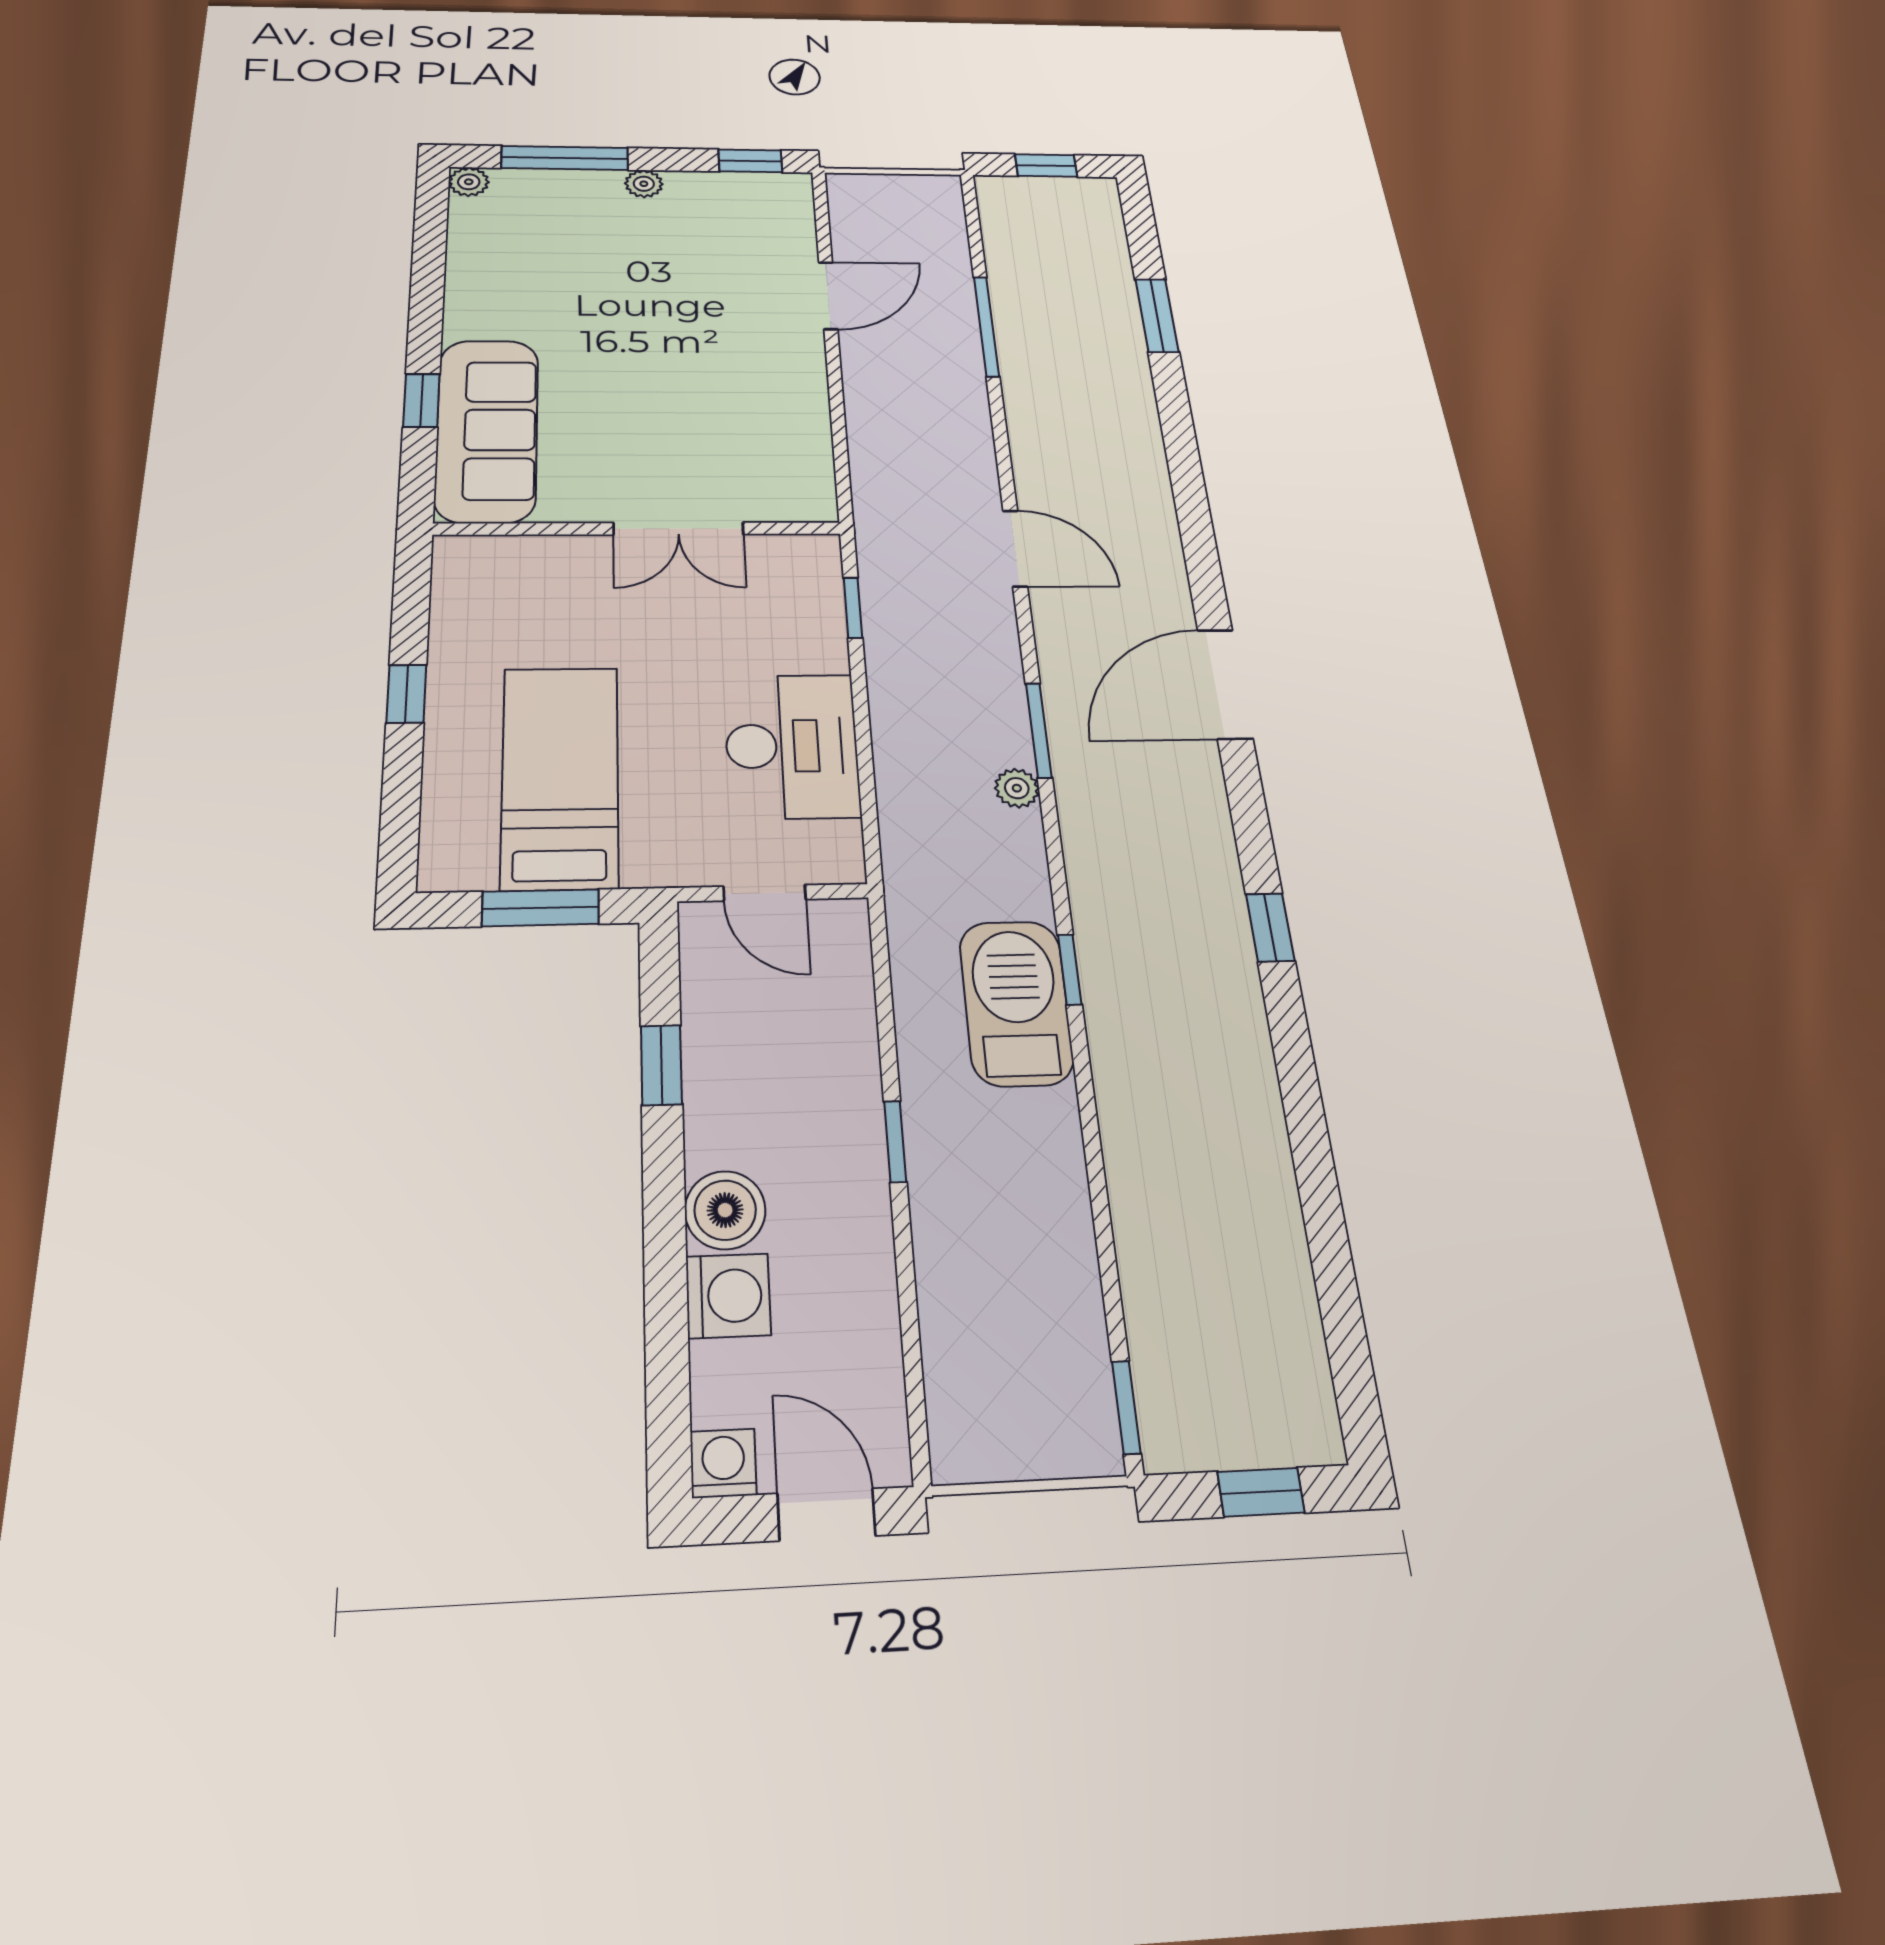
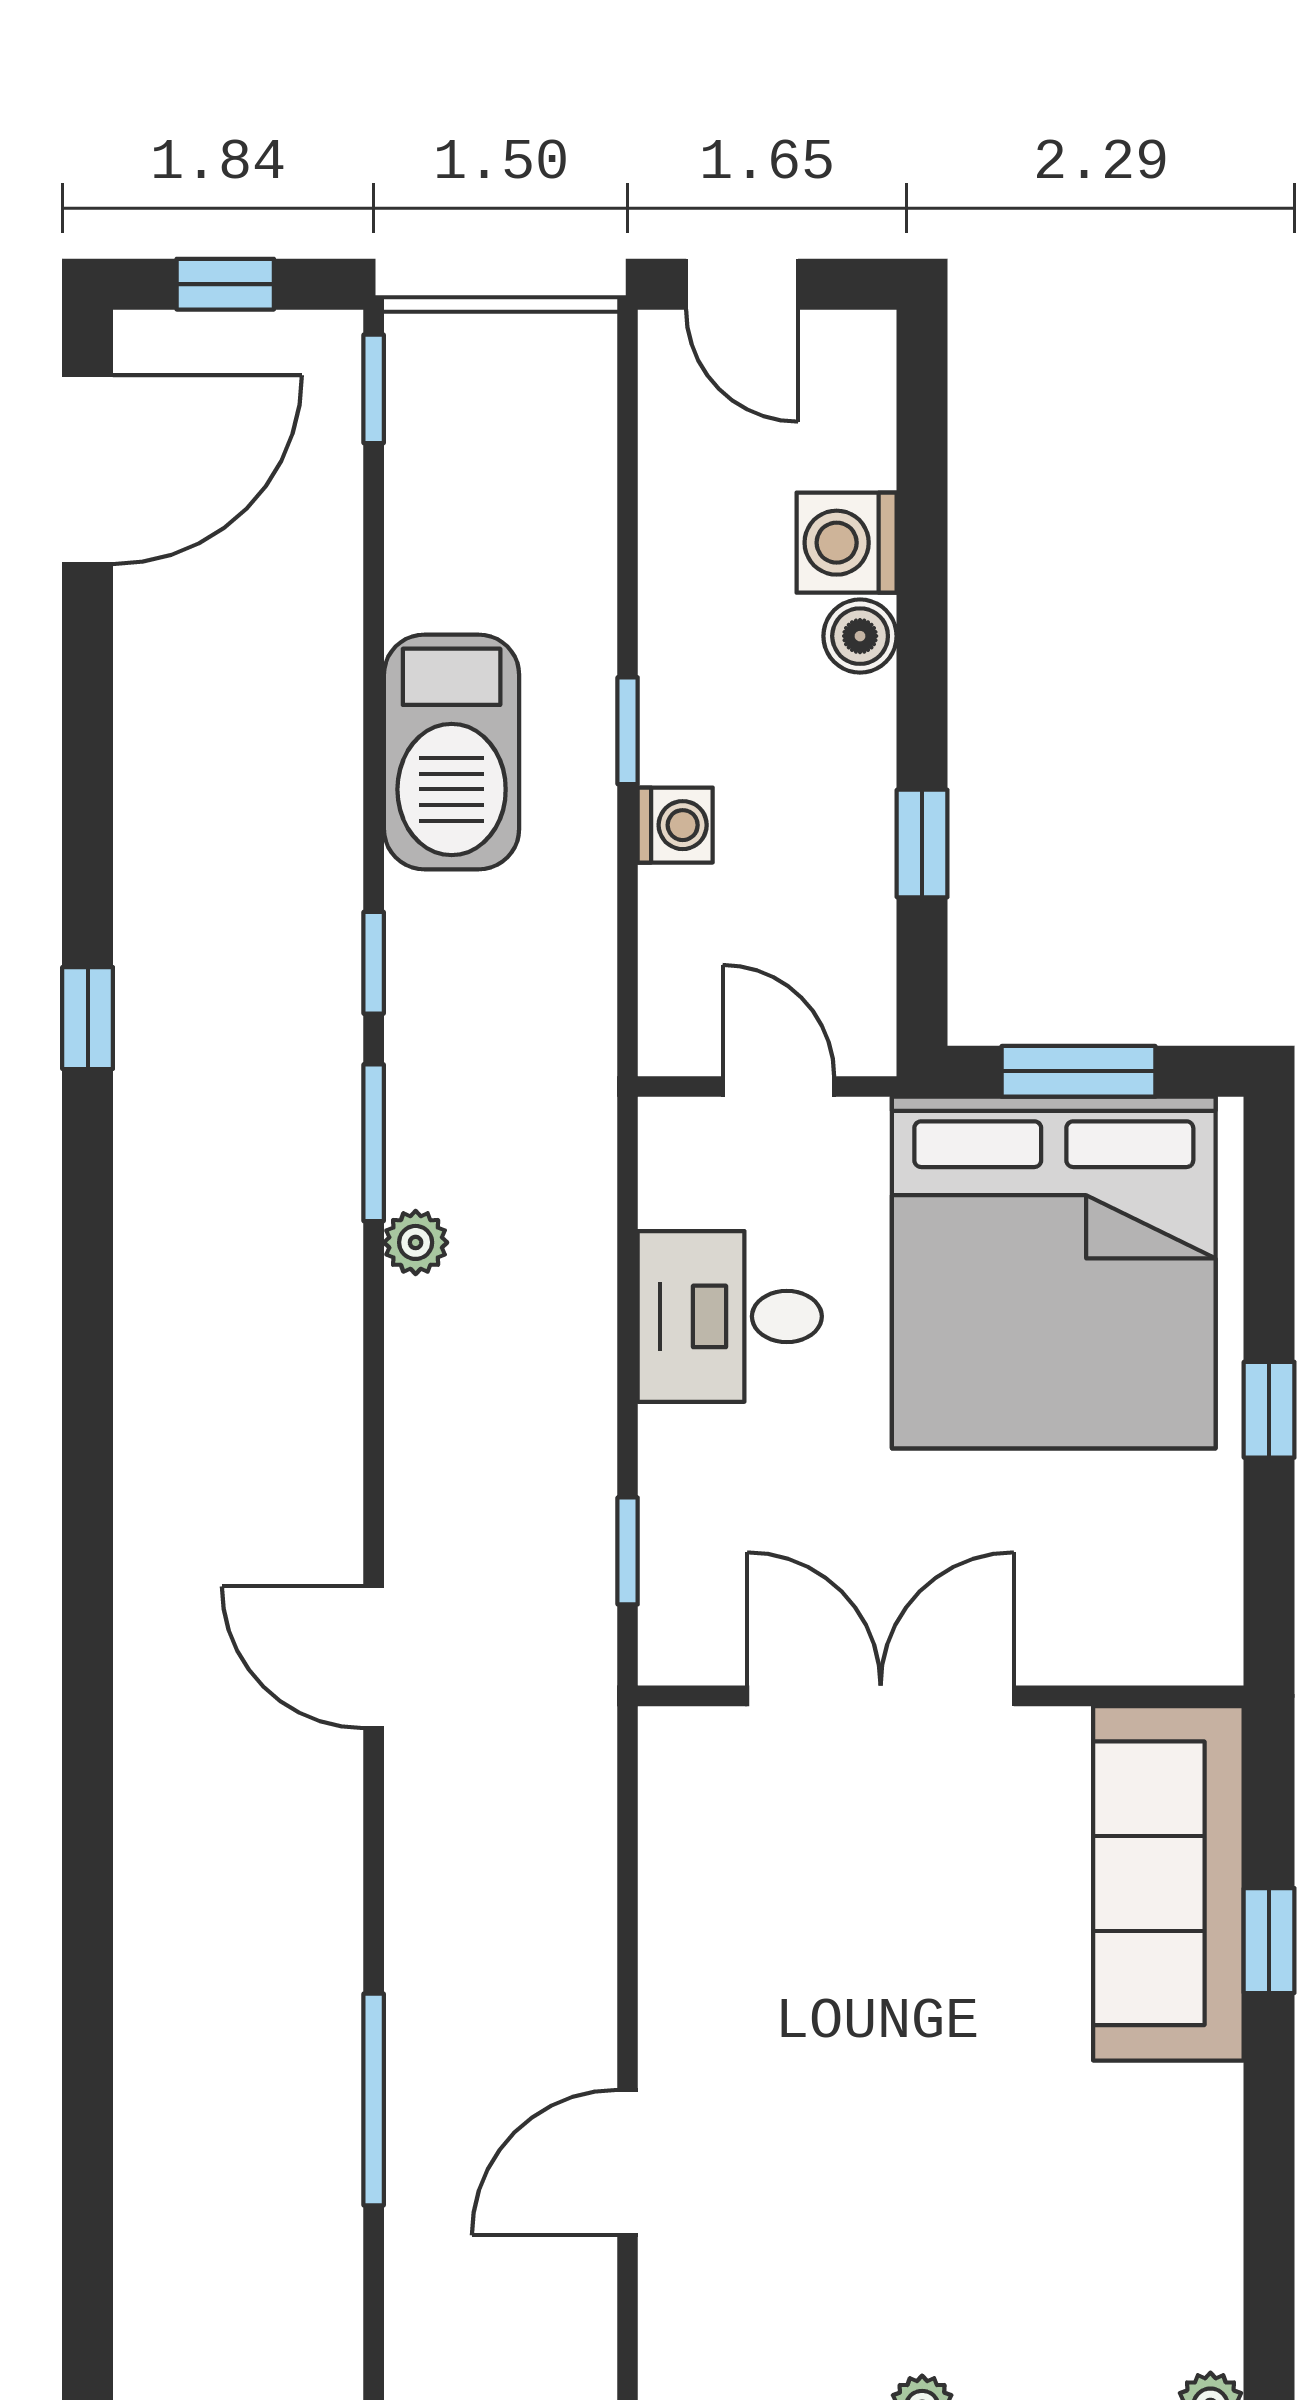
window: (1157, 316) -> (88, 2126), removed
double door: (679, 529) -> (881, 1696), width x1.37
door: (1225, 684) -> (88, 470), moved
window: (1039, 730) -> (374, 1143), moved
desk: (792, 746) -> (730, 1316), width x0.73
bed: (560, 776) -> (1054, 1273), width x2.04
barbecue: (1016, 1003) -> (452, 752), moved
boiler: (725, 1210) -> (860, 636), width x0.73, depth x0.73
washing machine: (723, 1463) -> (675, 825), moved, turned -90

